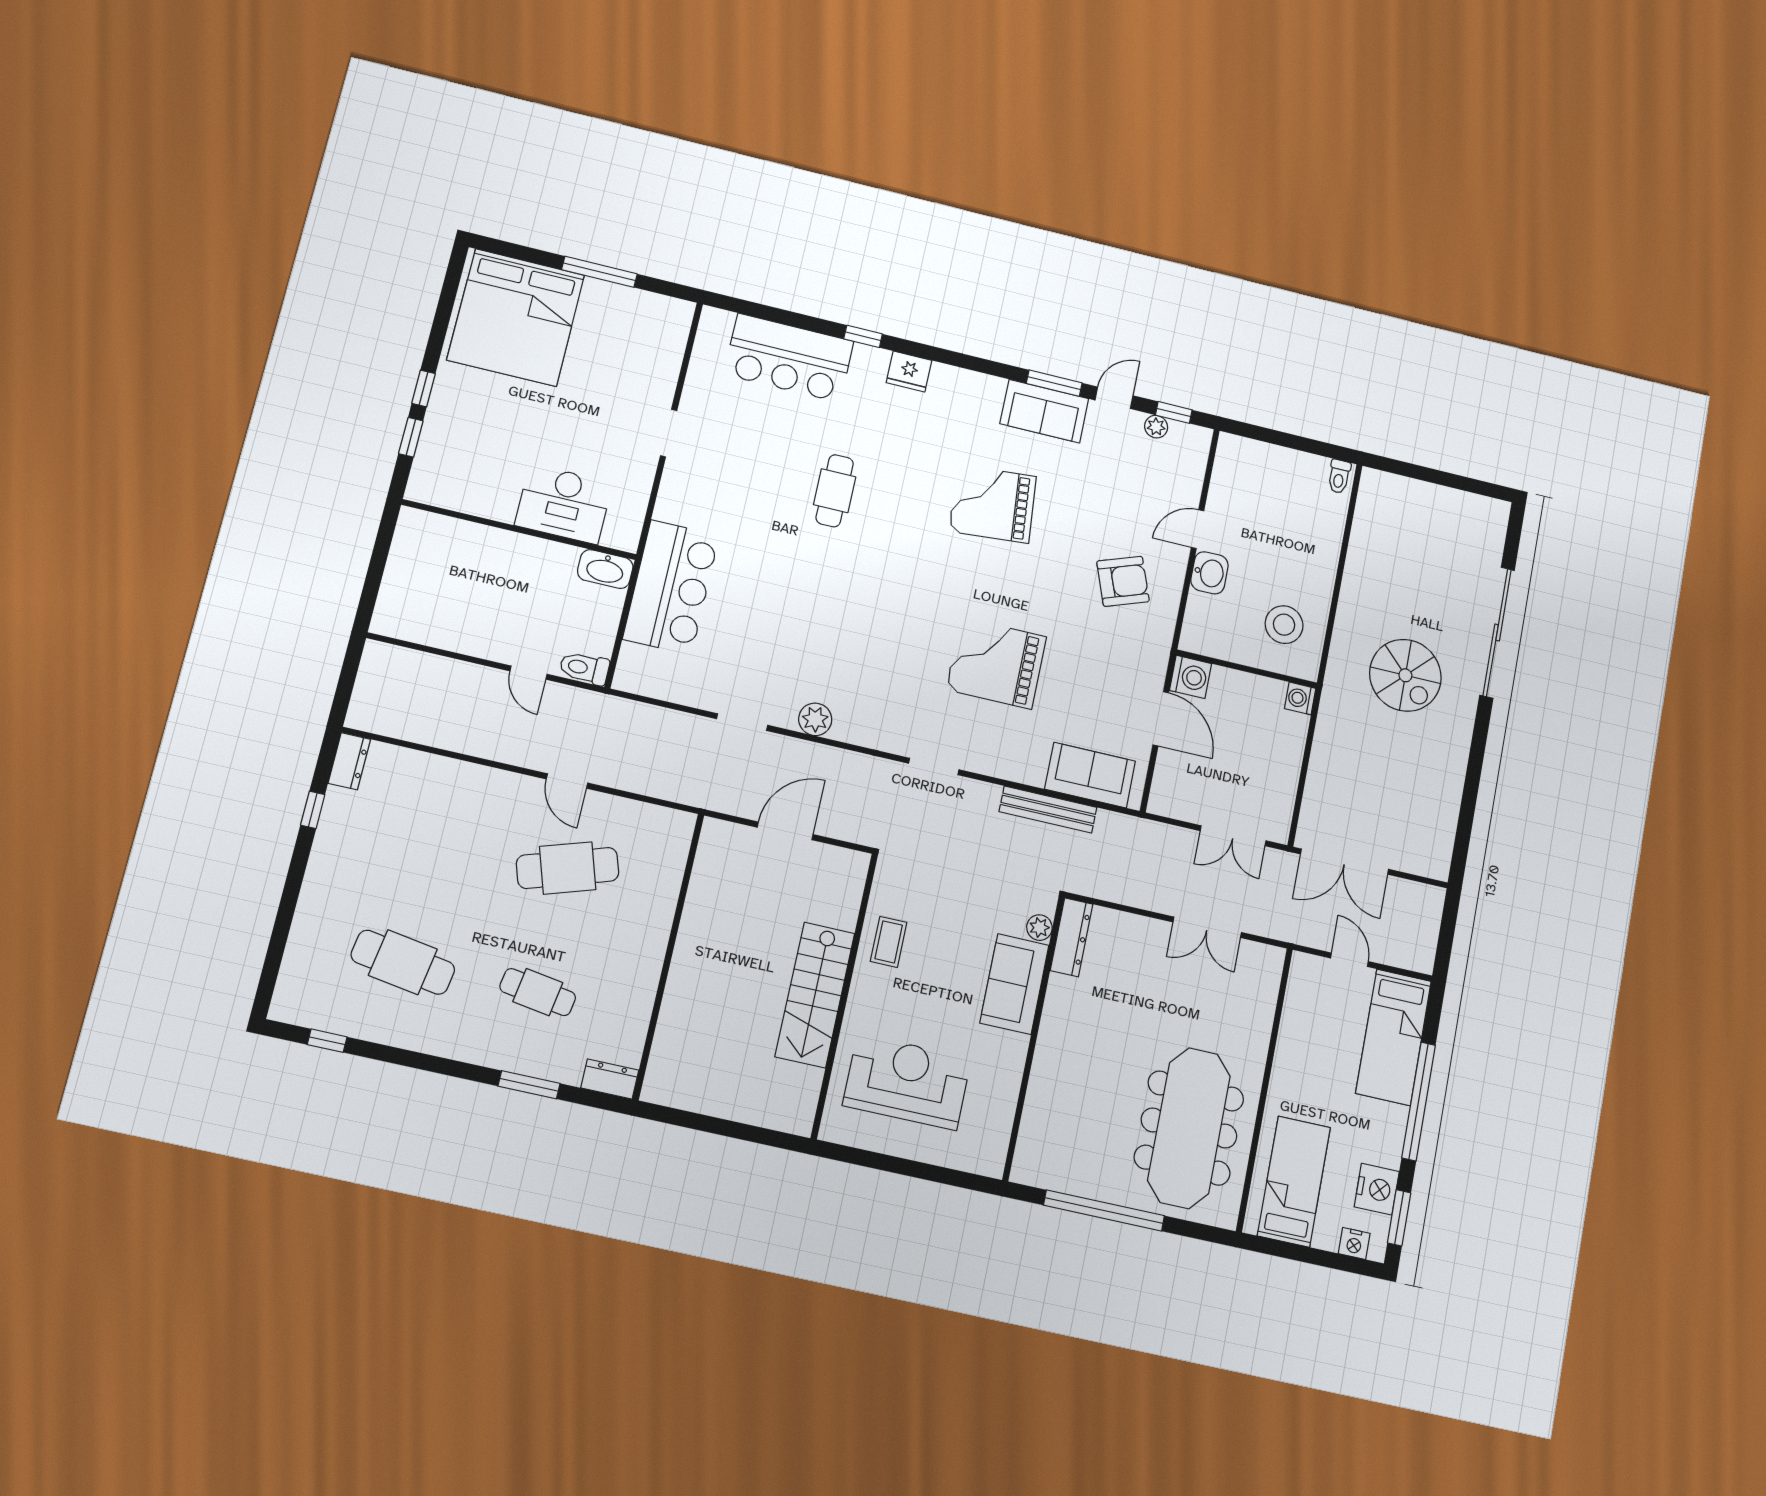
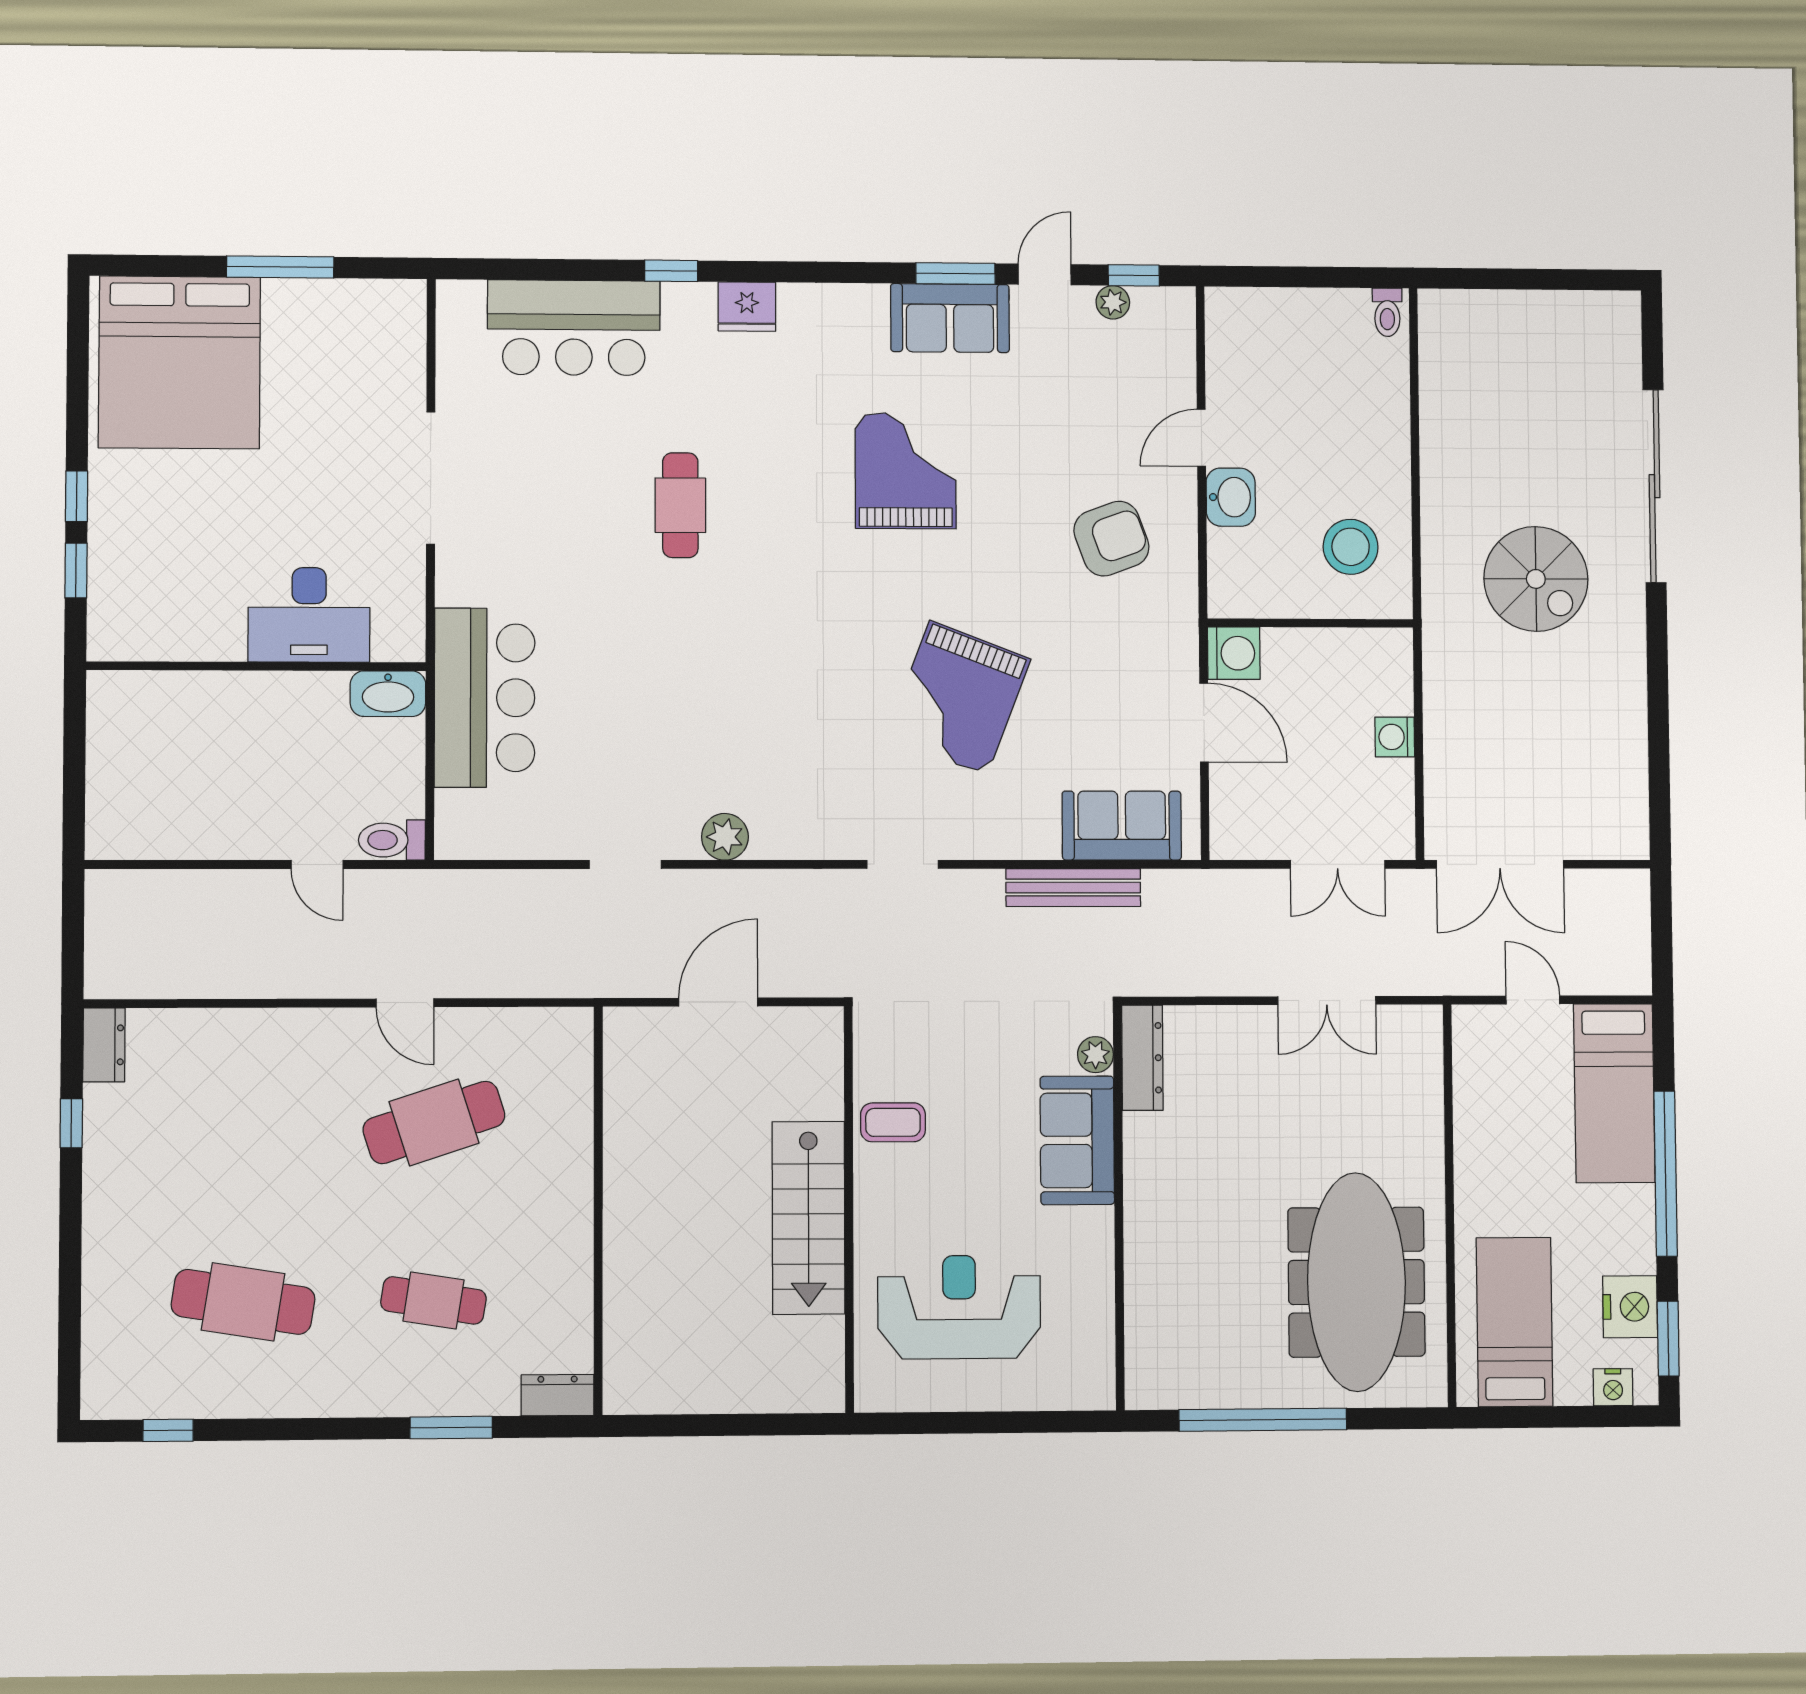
doorway: (669, 433) -> (431, 478), width x1.88
grand piano: (993, 504) -> (906, 471), turned 95
grand piano: (996, 663) -> (958, 698), turned -69
washing machine: (1300, 698) -> (1395, 737), moved
coffee table: (889, 942) -> (893, 1122), turned 90

